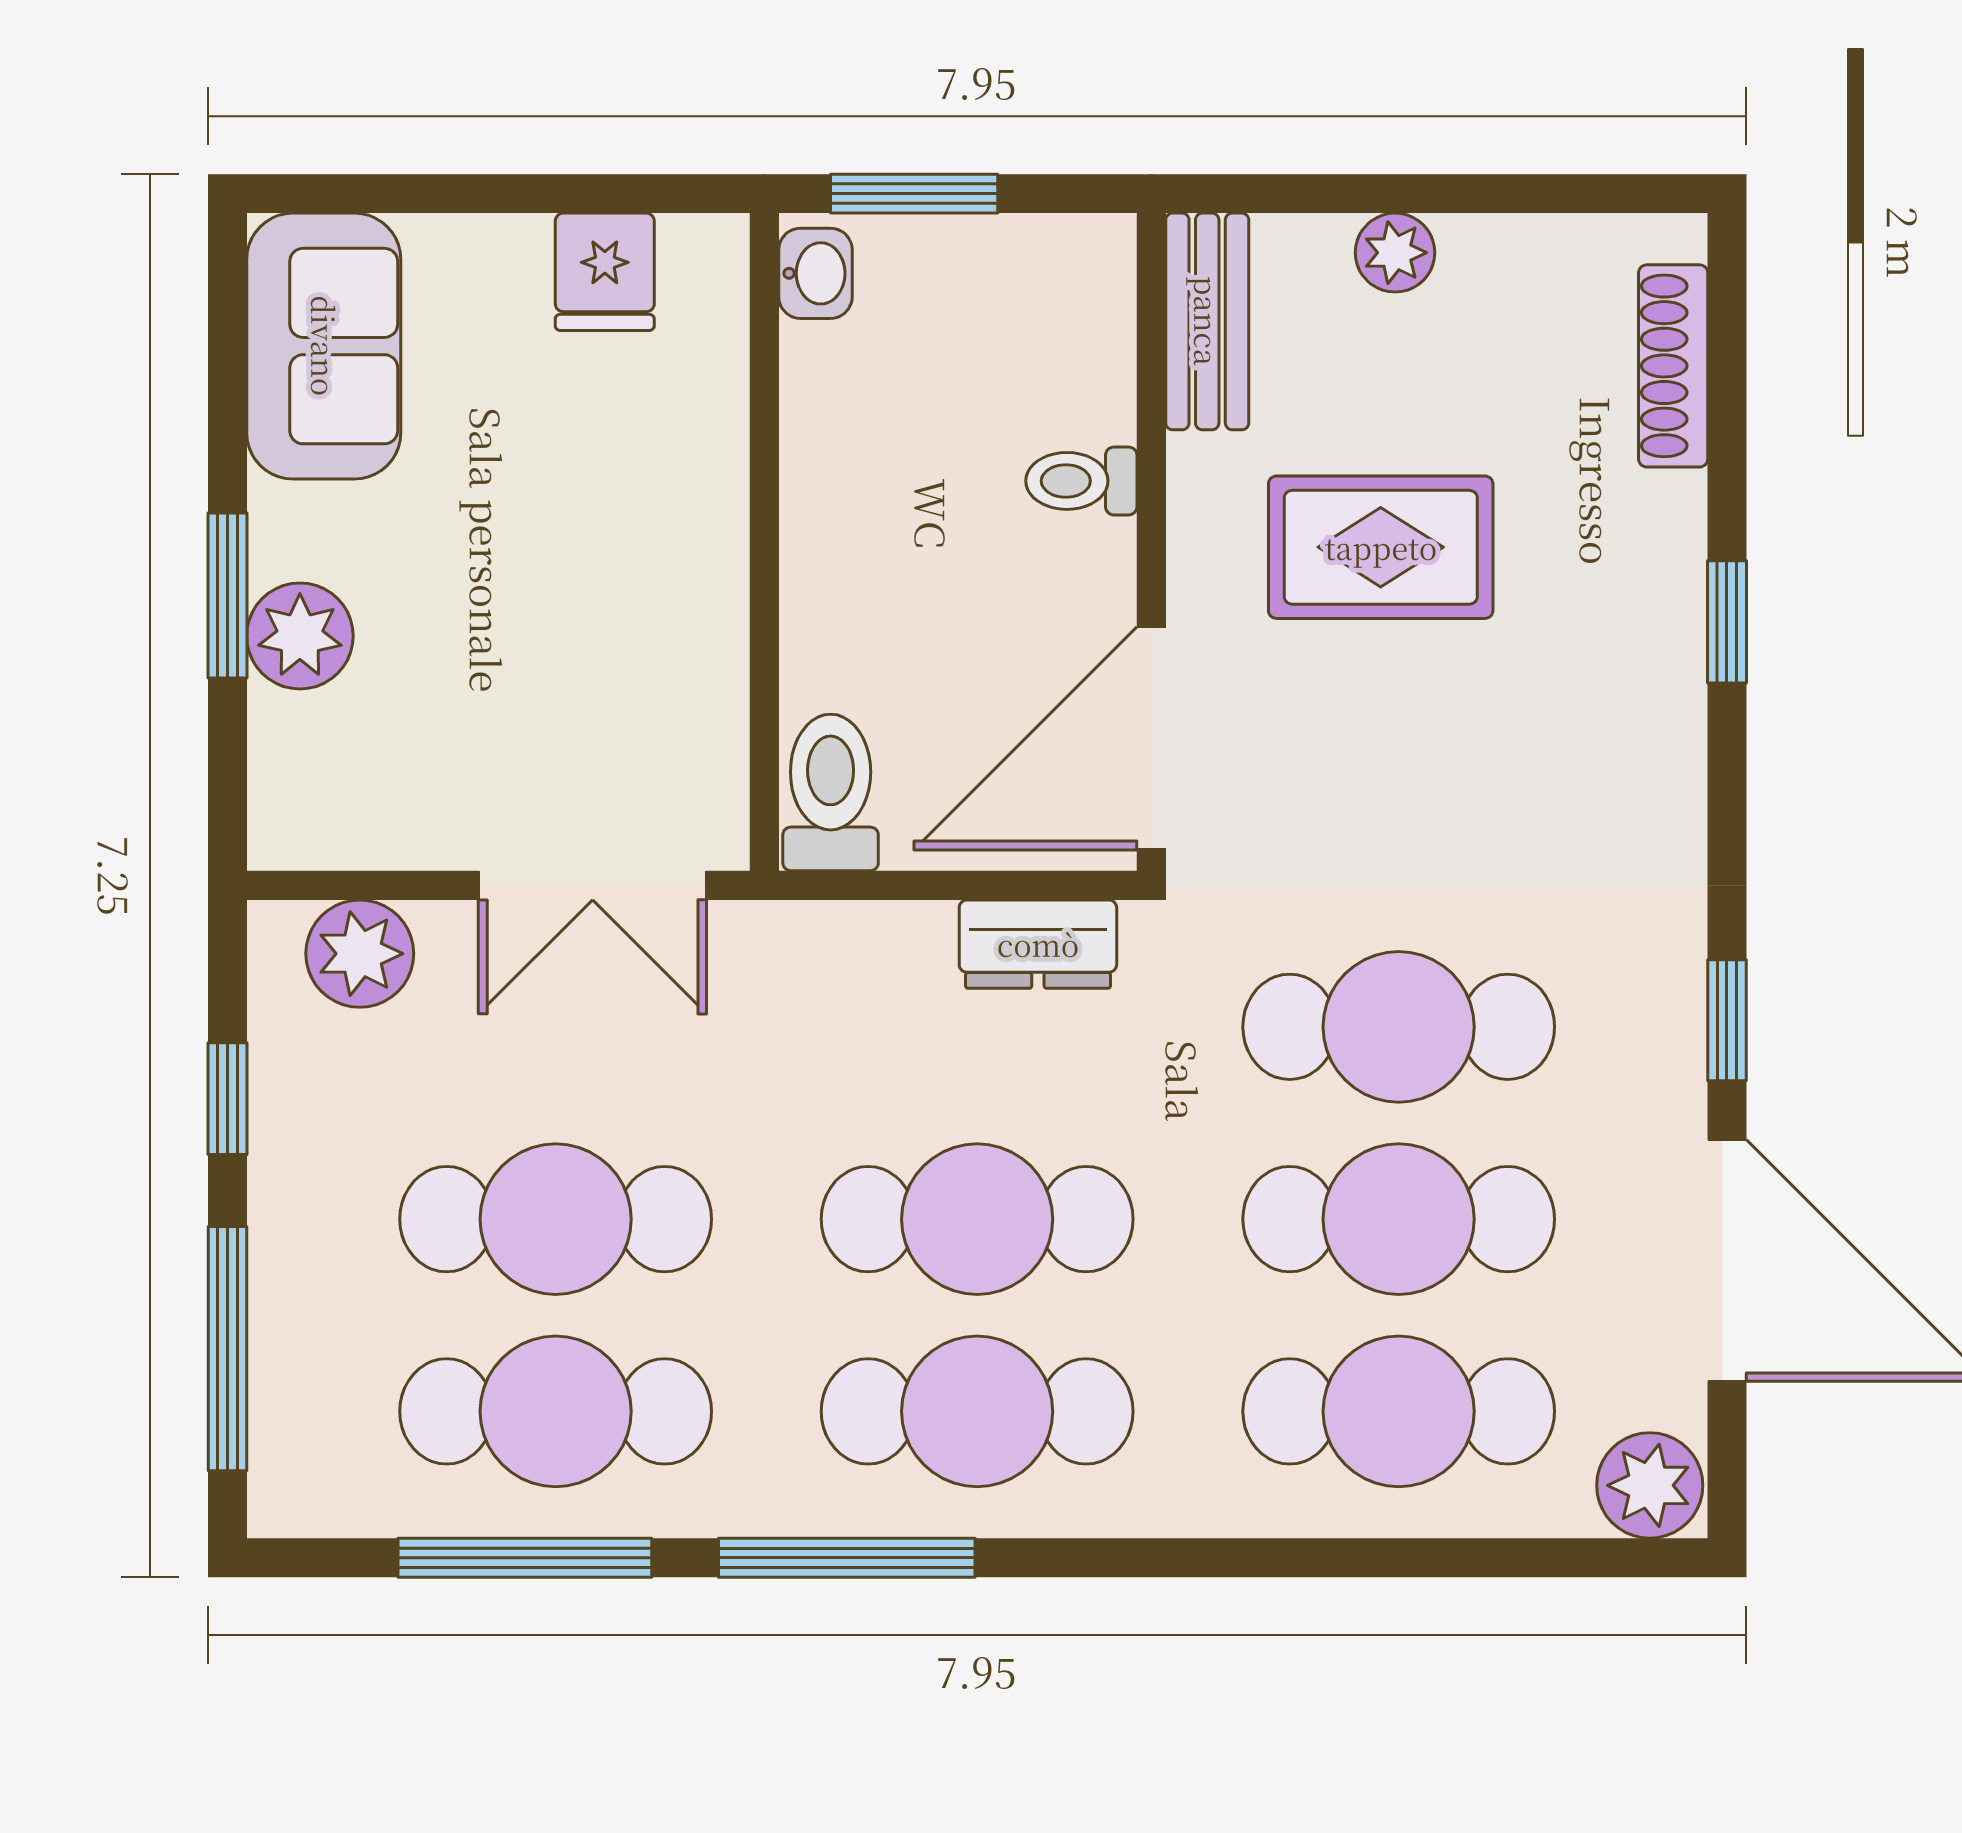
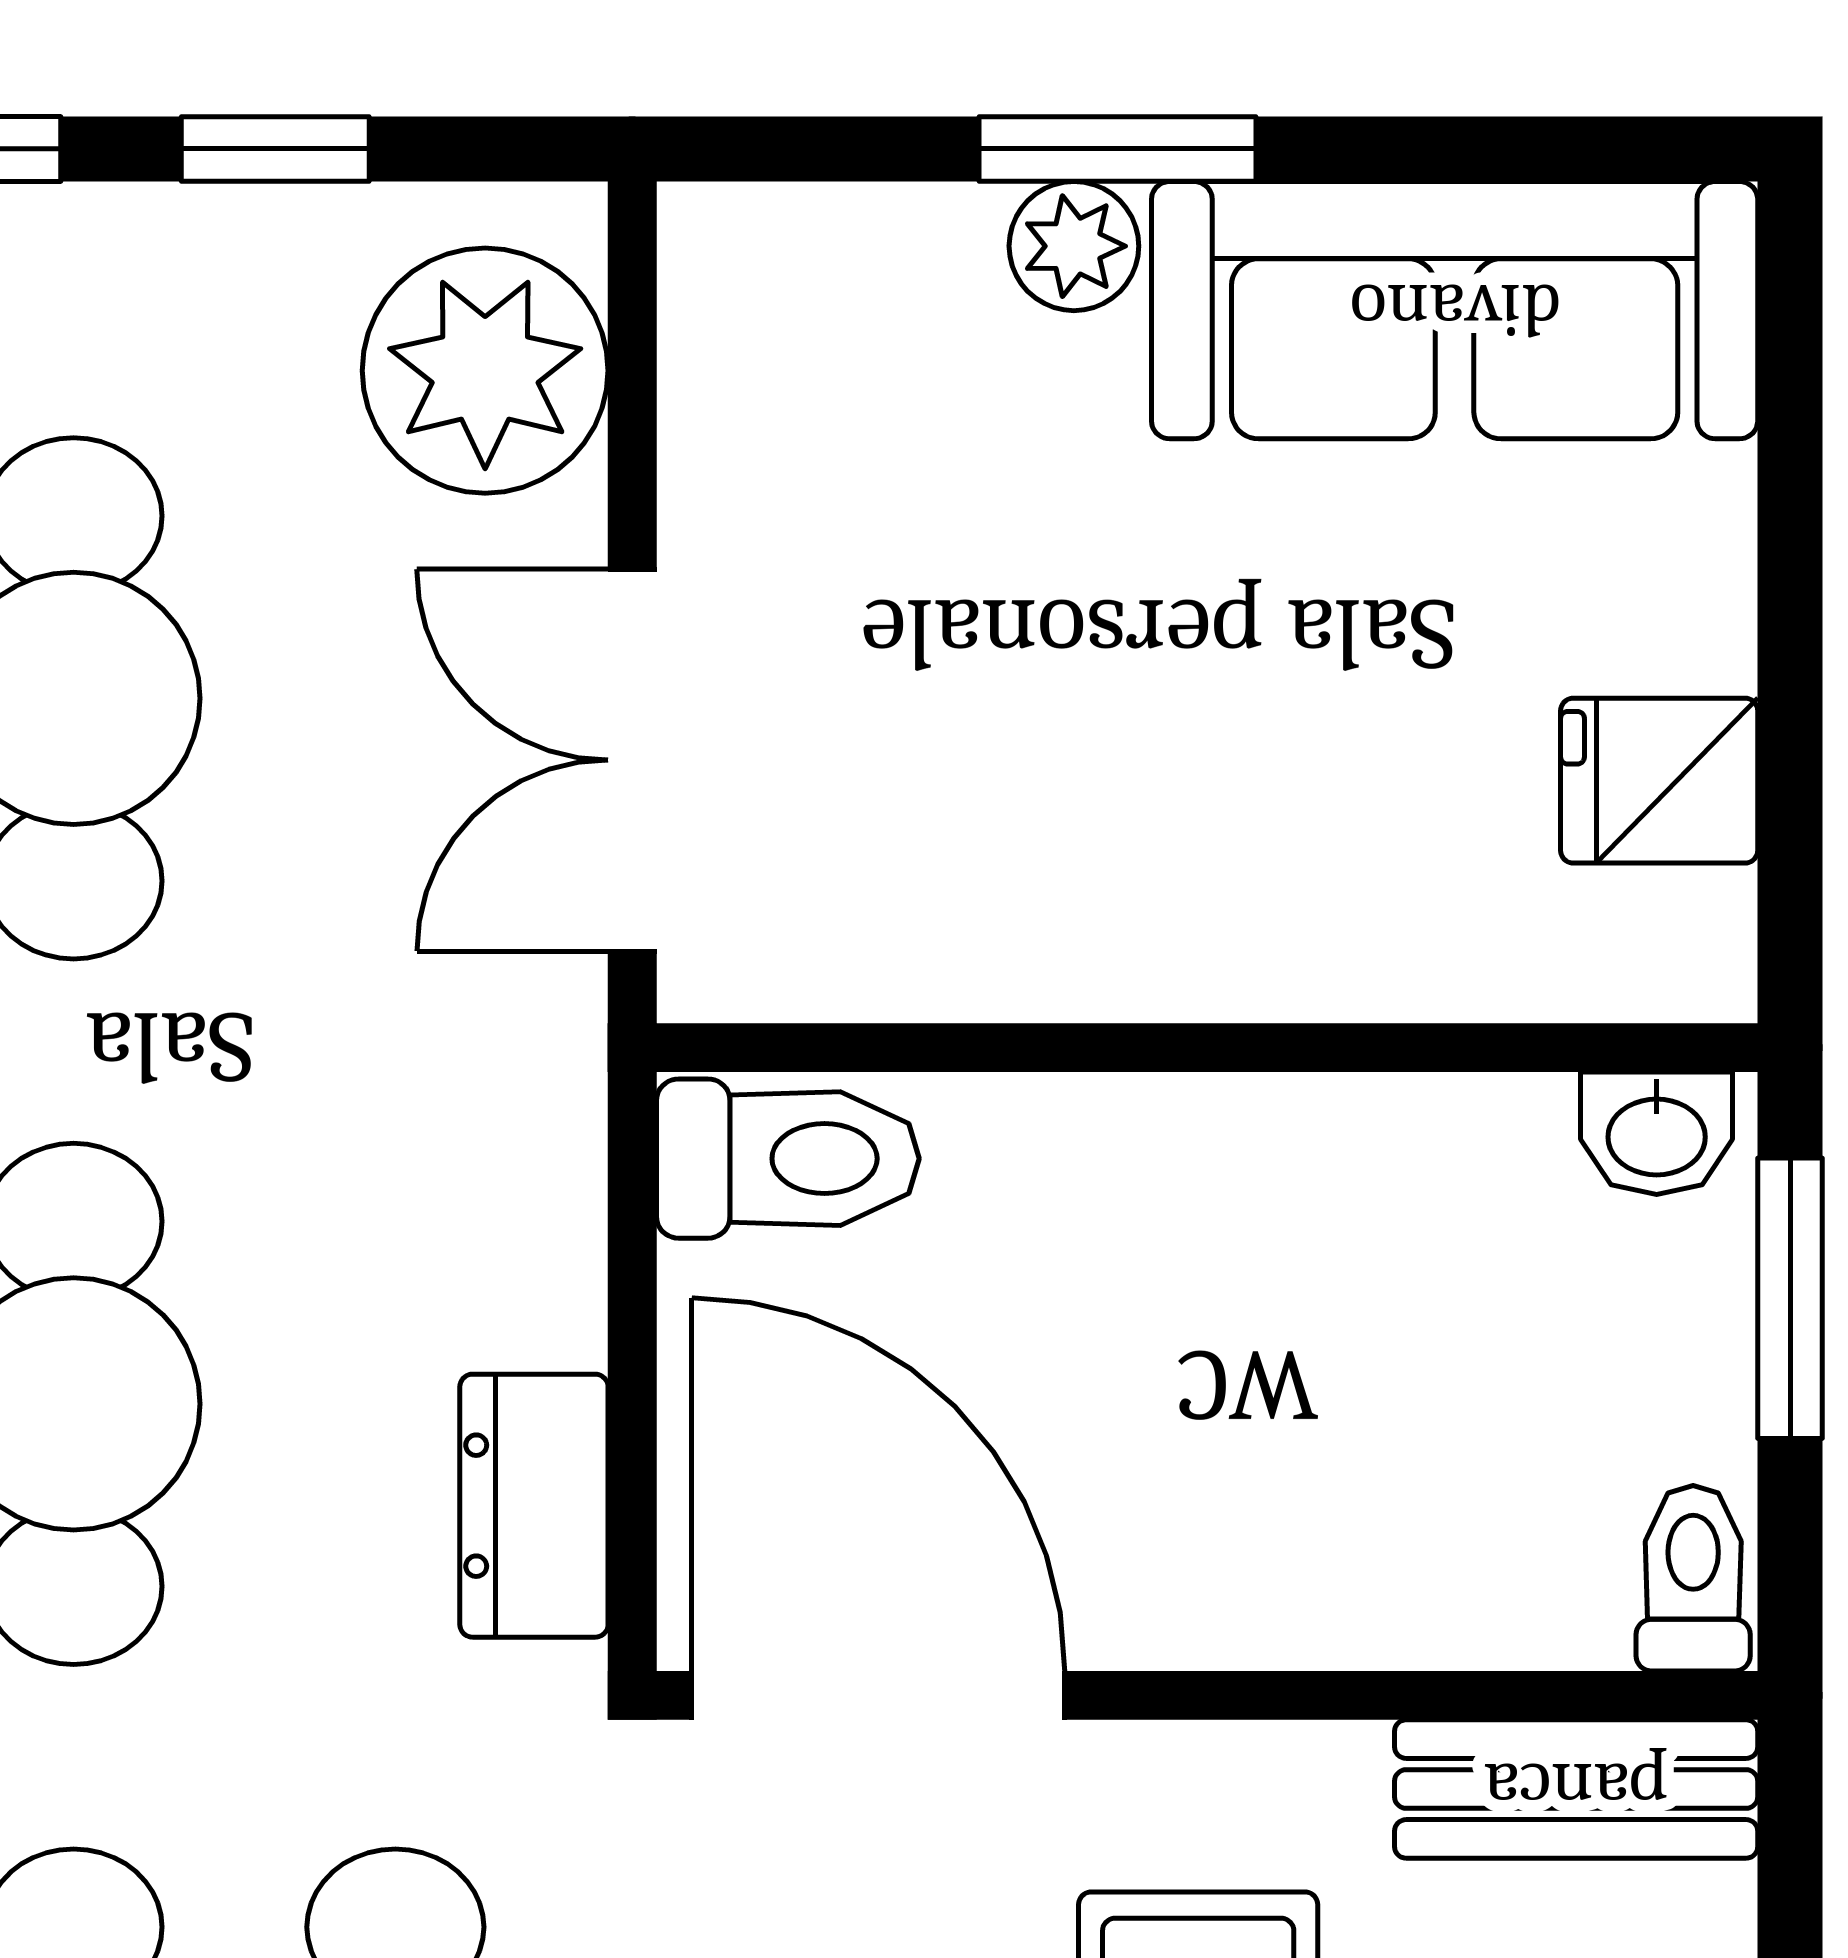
sofa: (324, 346) -> (1455, 310), width x1.36
toilet: (1081, 481) -> (1693, 1578), moved
plant: (300, 636) -> (1074, 246), width x0.73, depth x0.73
plant: (360, 954) -> (485, 371), width x1.36, depth x1.36

